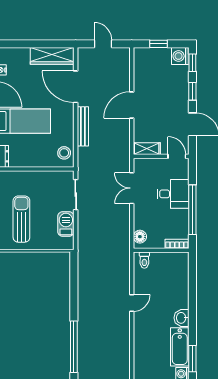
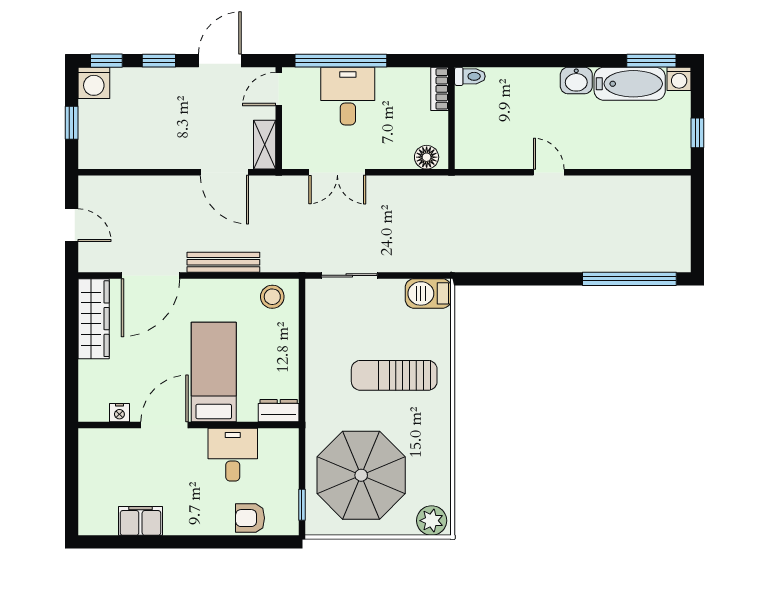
door: (103, 44) -> (72, 225), swing flipped
door: (132, 105) -> (224, 172), moved
window: (192, 210) -> (341, 61), moved
barbecue: (66, 224) -> (428, 293), moved
toilet: (144, 260) -> (470, 76), moved

